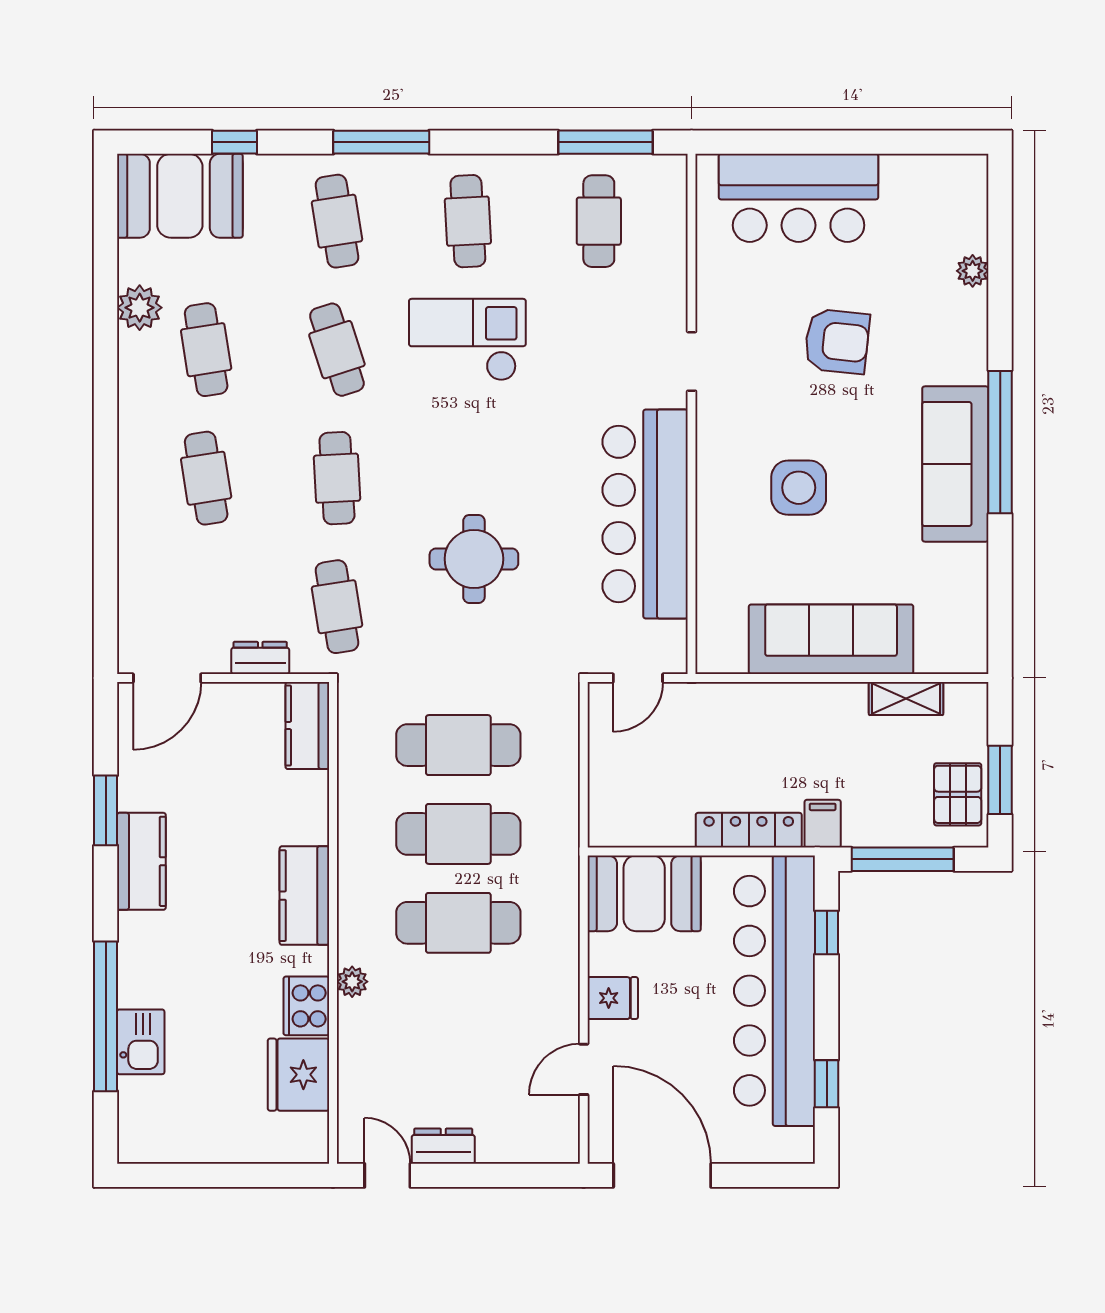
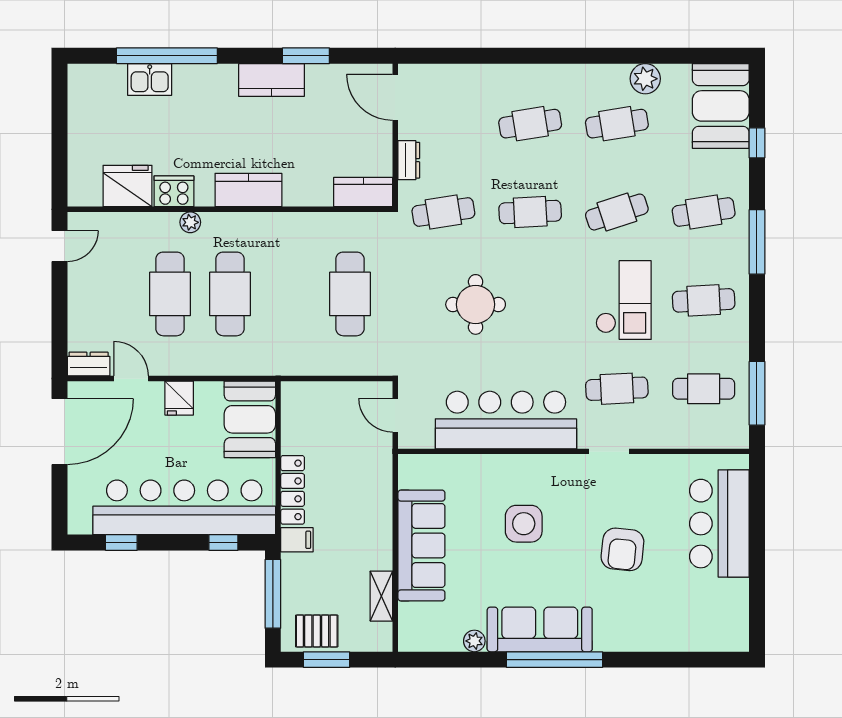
plant: (973, 271) -> (474, 641), moved
cafe table: (599, 350) -> (617, 389), added
cafe table: (458, 834) -> (170, 294), moved
dresser: (443, 1146) -> (89, 364), moved, turned -90

